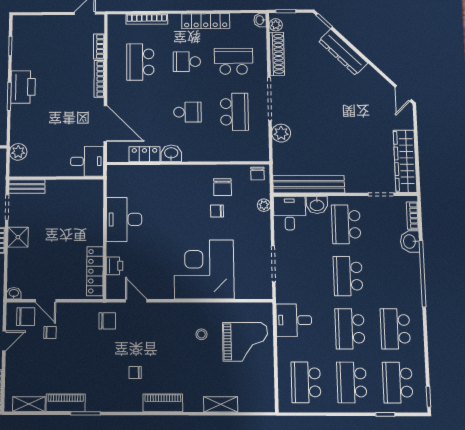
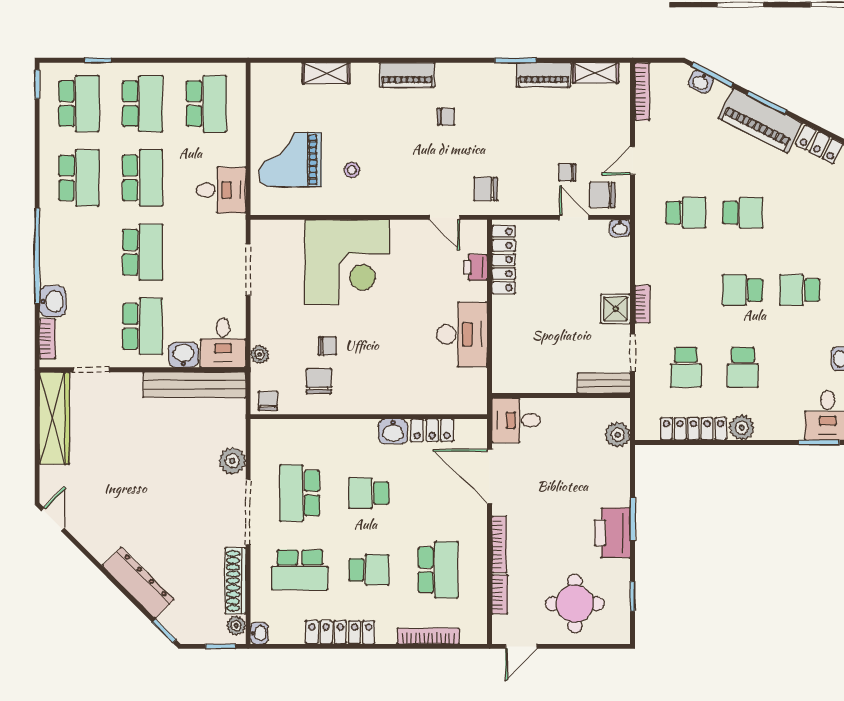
round table: (49, 41) -> (575, 604), added

